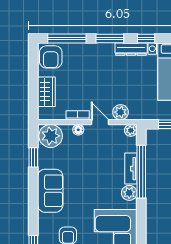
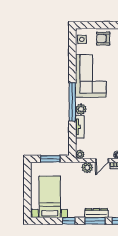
dresser: (131, 49) -> (96, 213), moved
door: (100, 122) -> (102, 160), hinge flipped
window: (141, 172) -> (72, 102), moved

